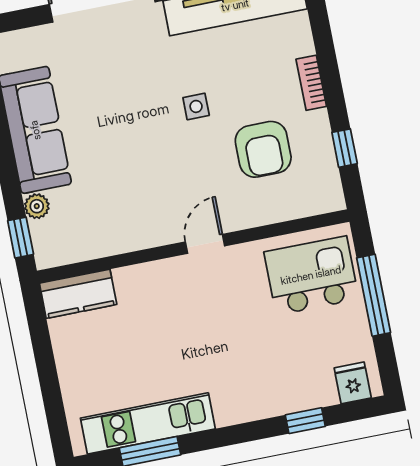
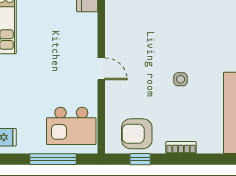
armchair: (263, 149) -> (137, 134), moved
kitchen island: (311, 275) -> (71, 126), turned 90

